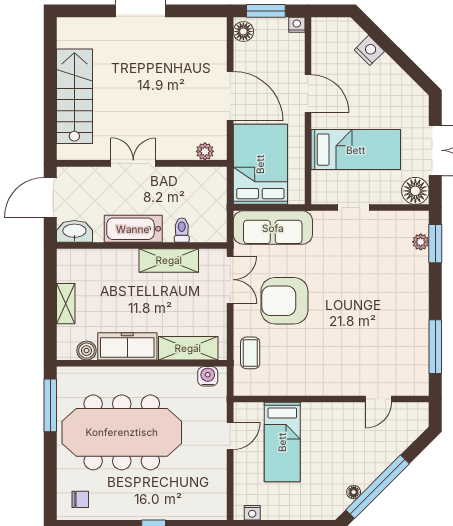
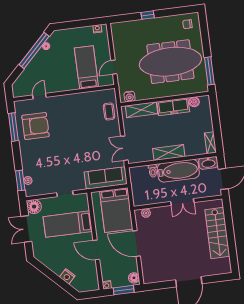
bathtub: (133, 229) -> (178, 171), width x1.36, depth x1.36
shelving: (169, 260) -> (169, 153), moved
armchair: (284, 301) -> (36, 126), moved
shelving: (66, 304) -> (210, 143), moved

